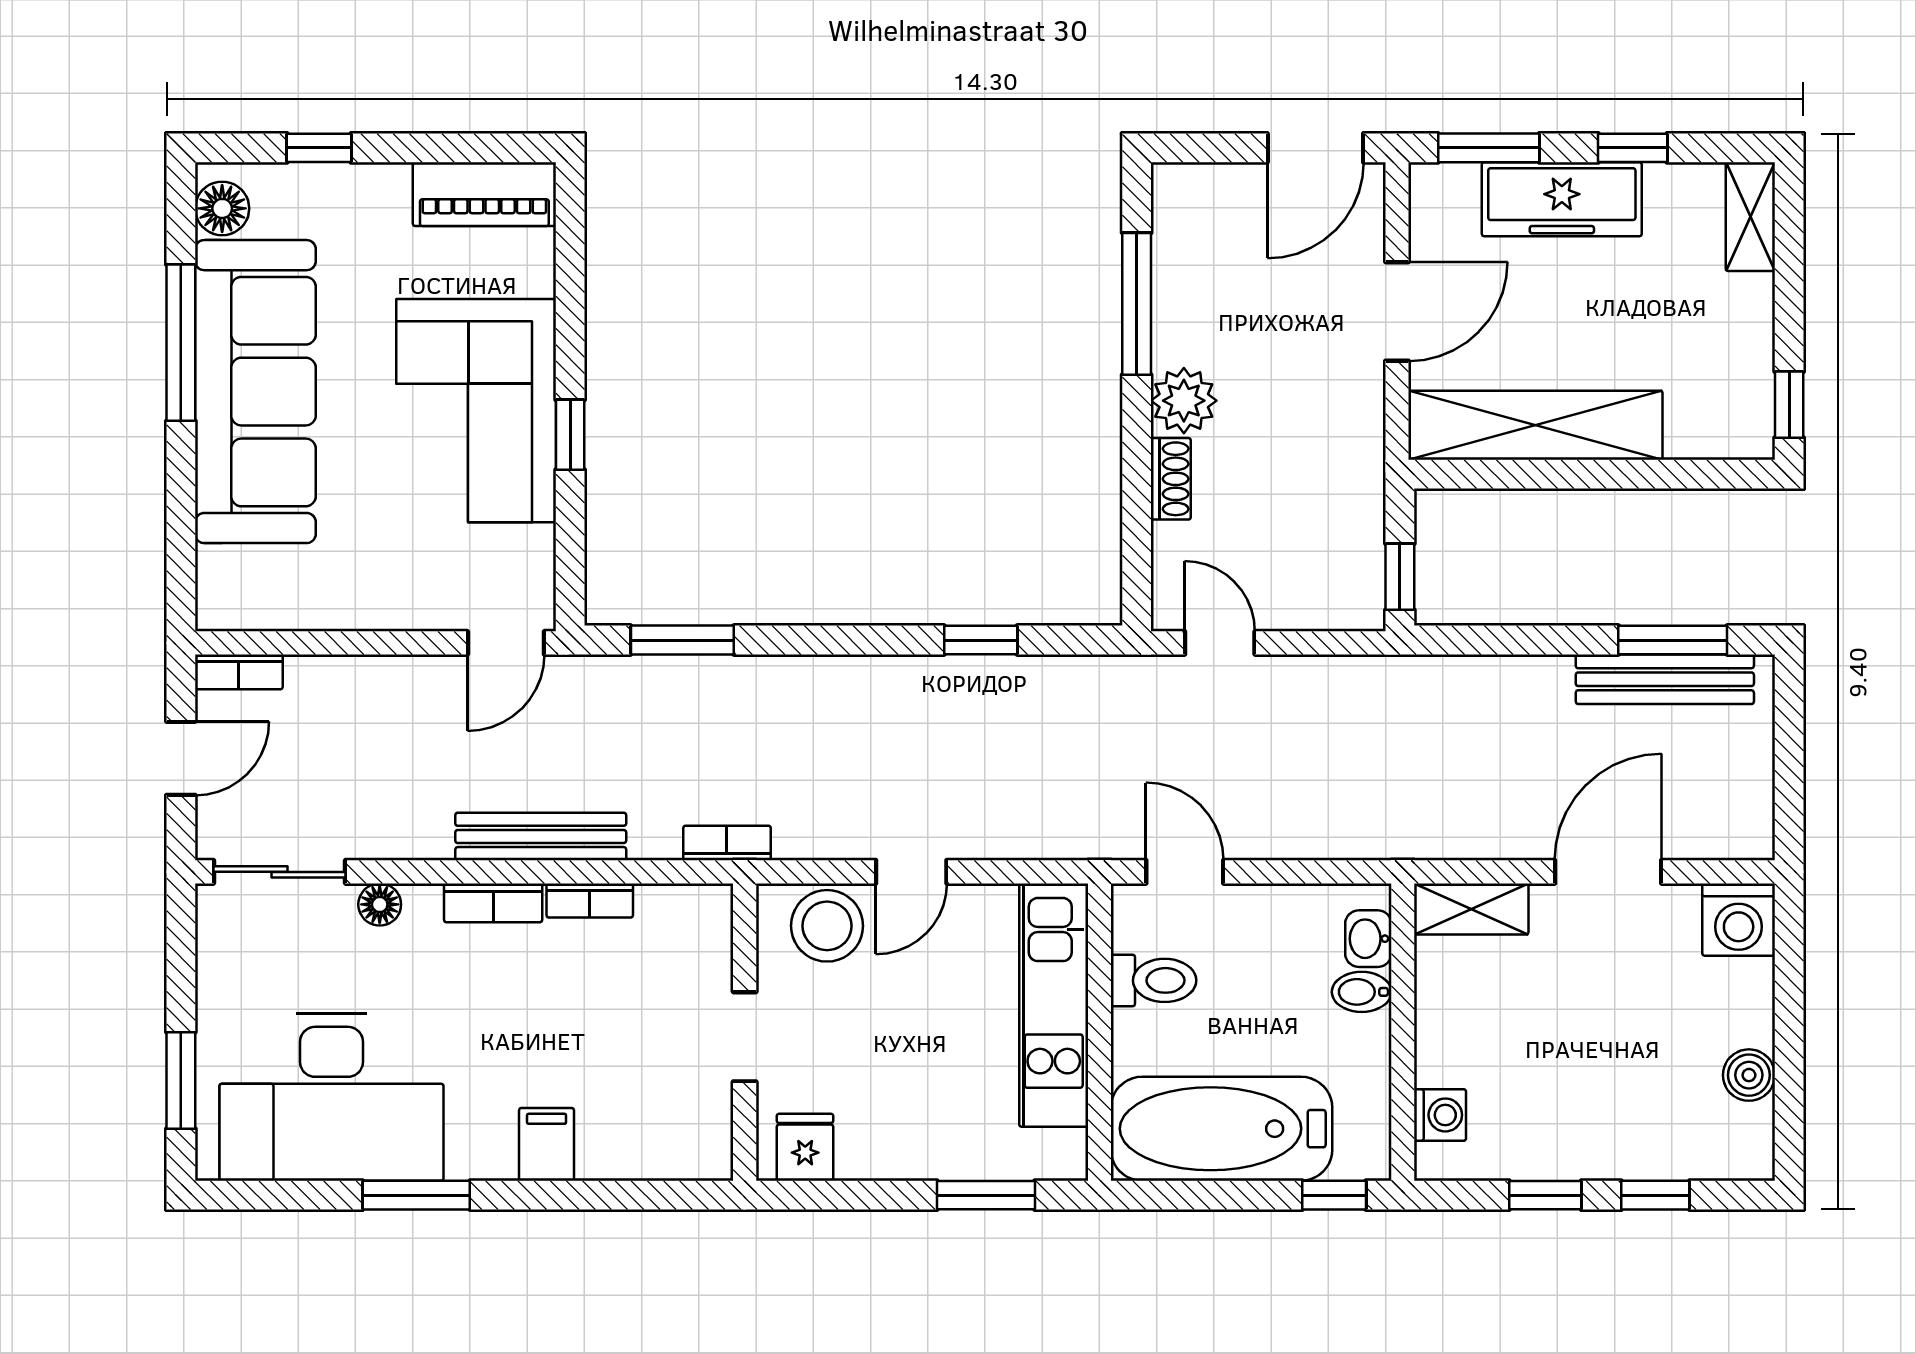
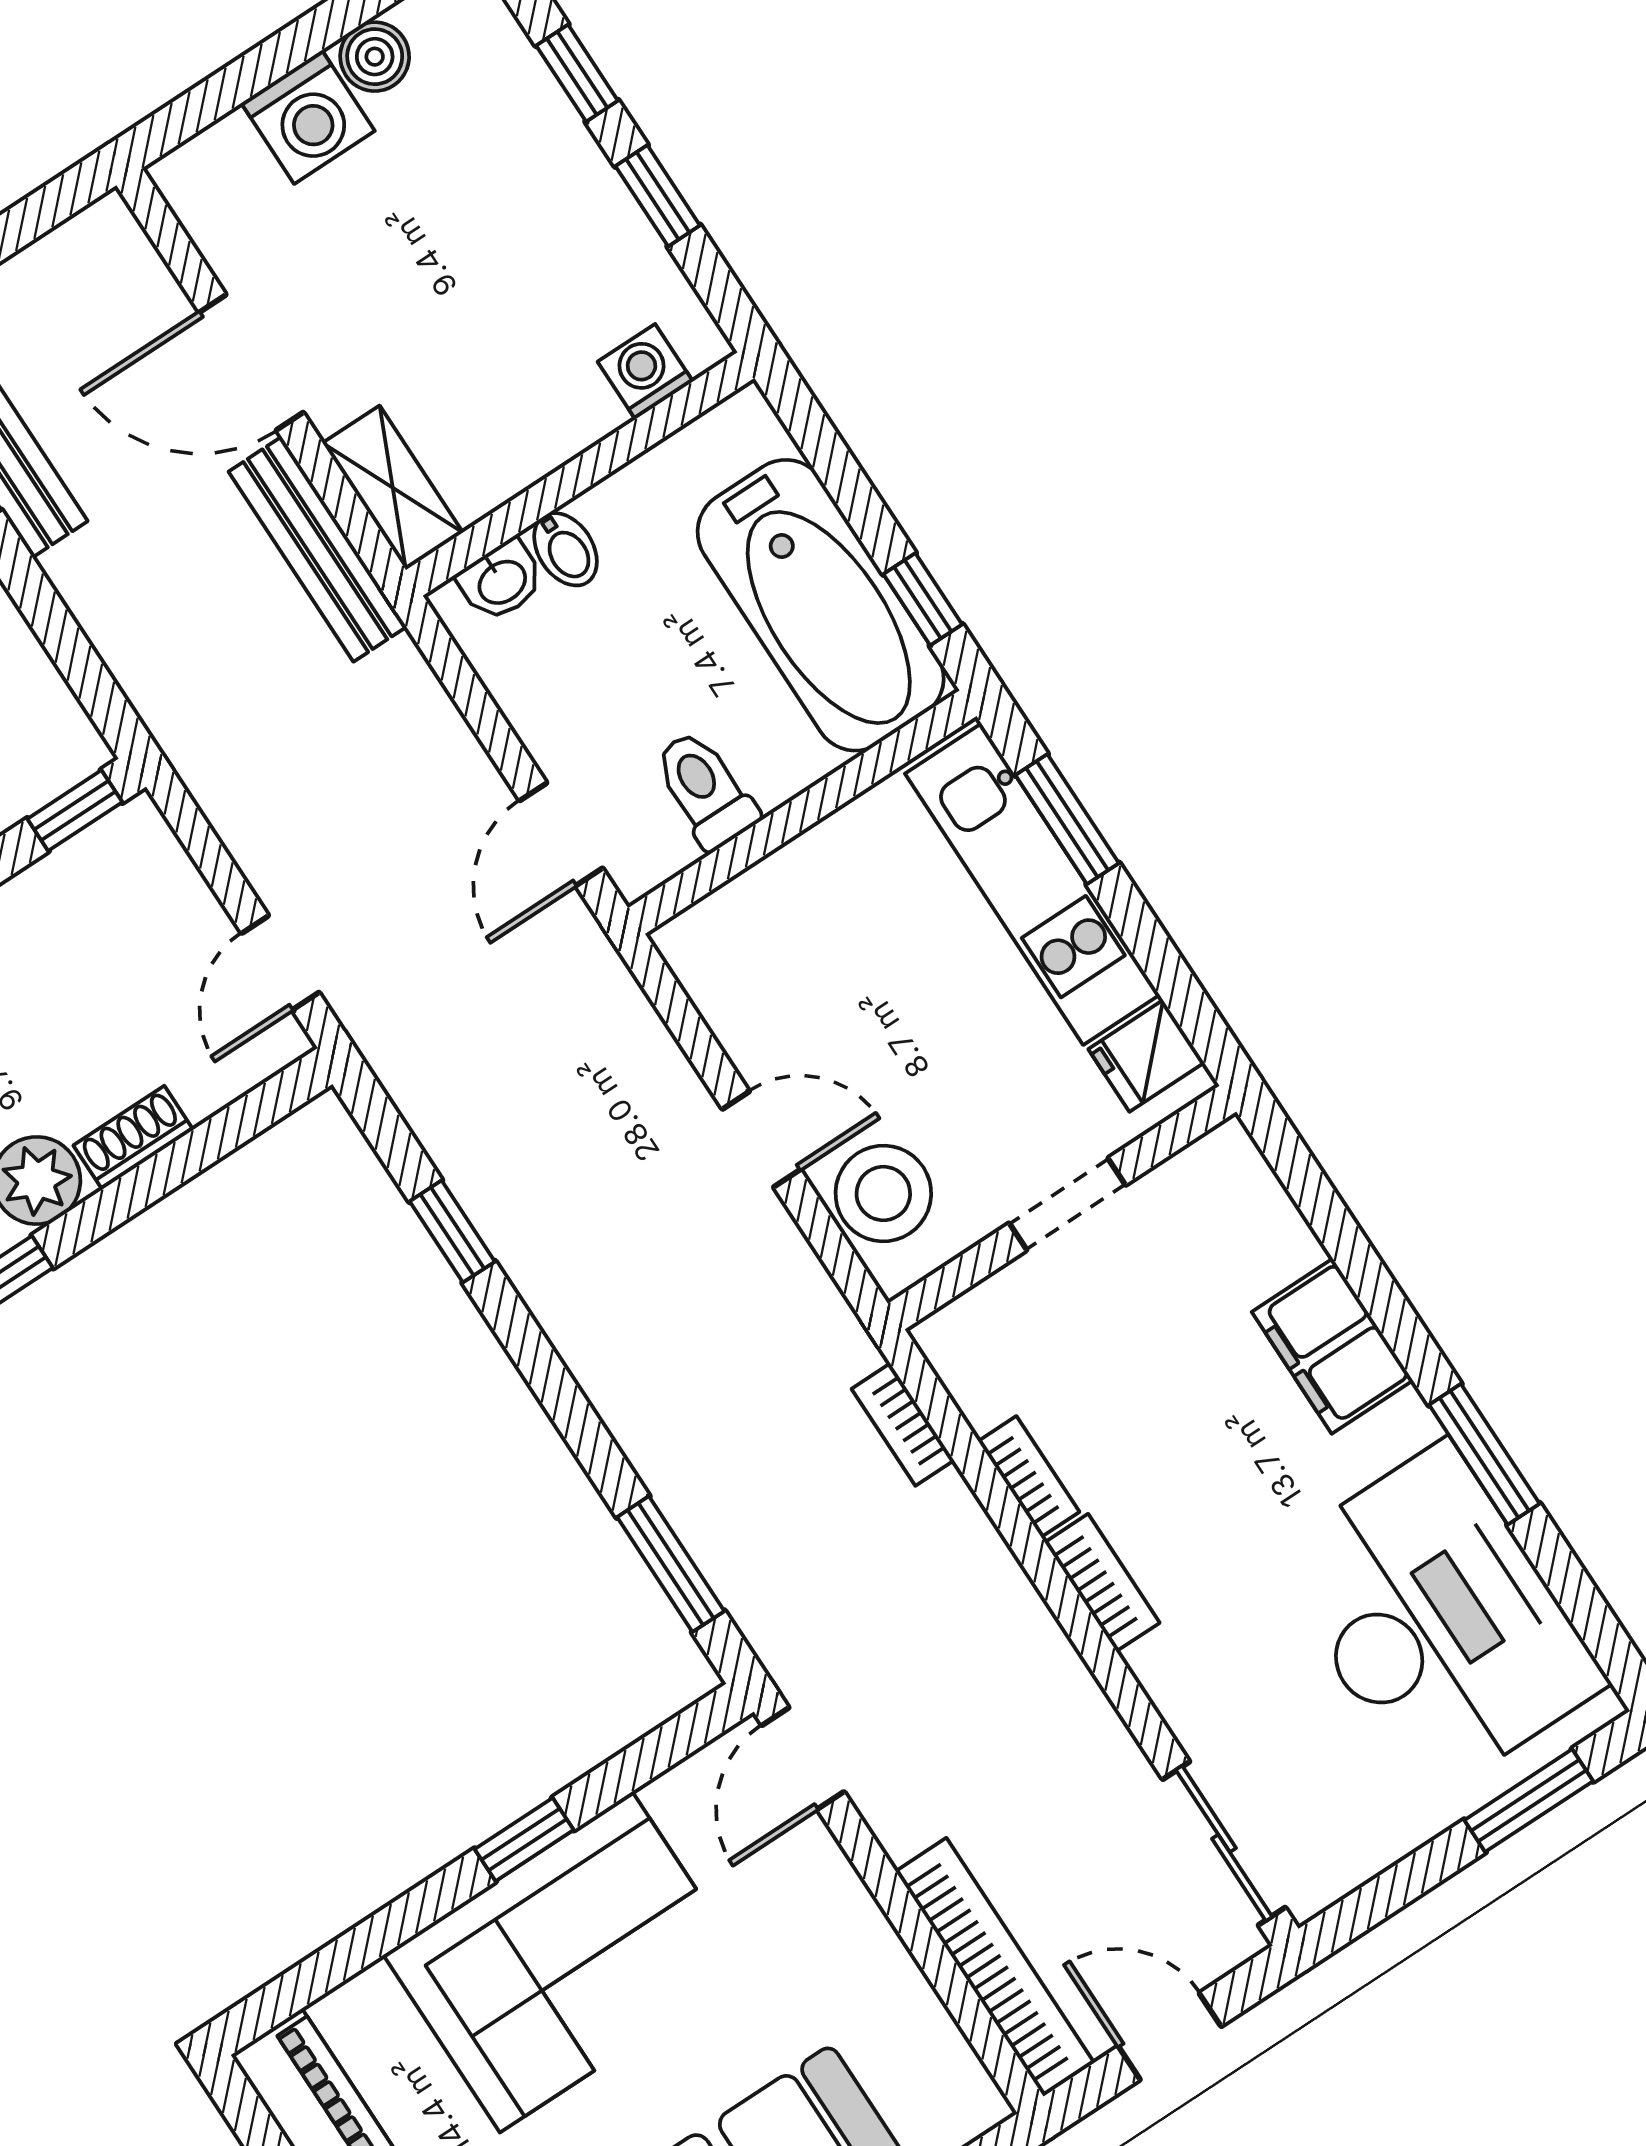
door: (506, 643) -> (803, 1759), swing flipped
bookcase: (239, 672) -> (995, 1967), width x2.31, depth x1.31
bench: (541, 836) -> (318, 549), moved
bookcase: (727, 843) -> (903, 1425), moved
floor lamp: (380, 904) -> (1187, 1708), removed
washing machine: (1739, 920) -> (308, 117), moved, turned 90
kitchen unit: (1054, 1005) -> (1032, 884), moved, turned 90
filing cabinet: (547, 1144) -> (1332, 1346), width x2.00
window: (1334, 1195) -> (923, 599), moved

